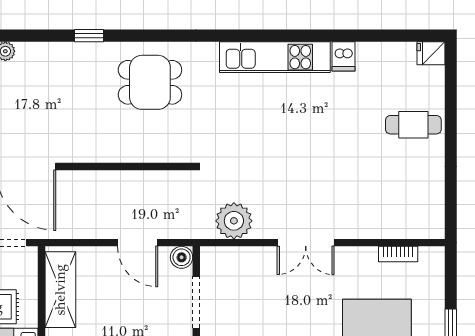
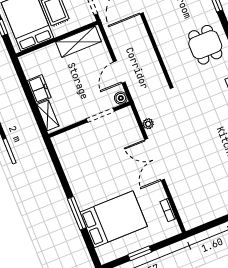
plant: (234, 221) -> (148, 124), width x0.53, depth x0.53
double door: (306, 243) -> (155, 160), width x1.37

